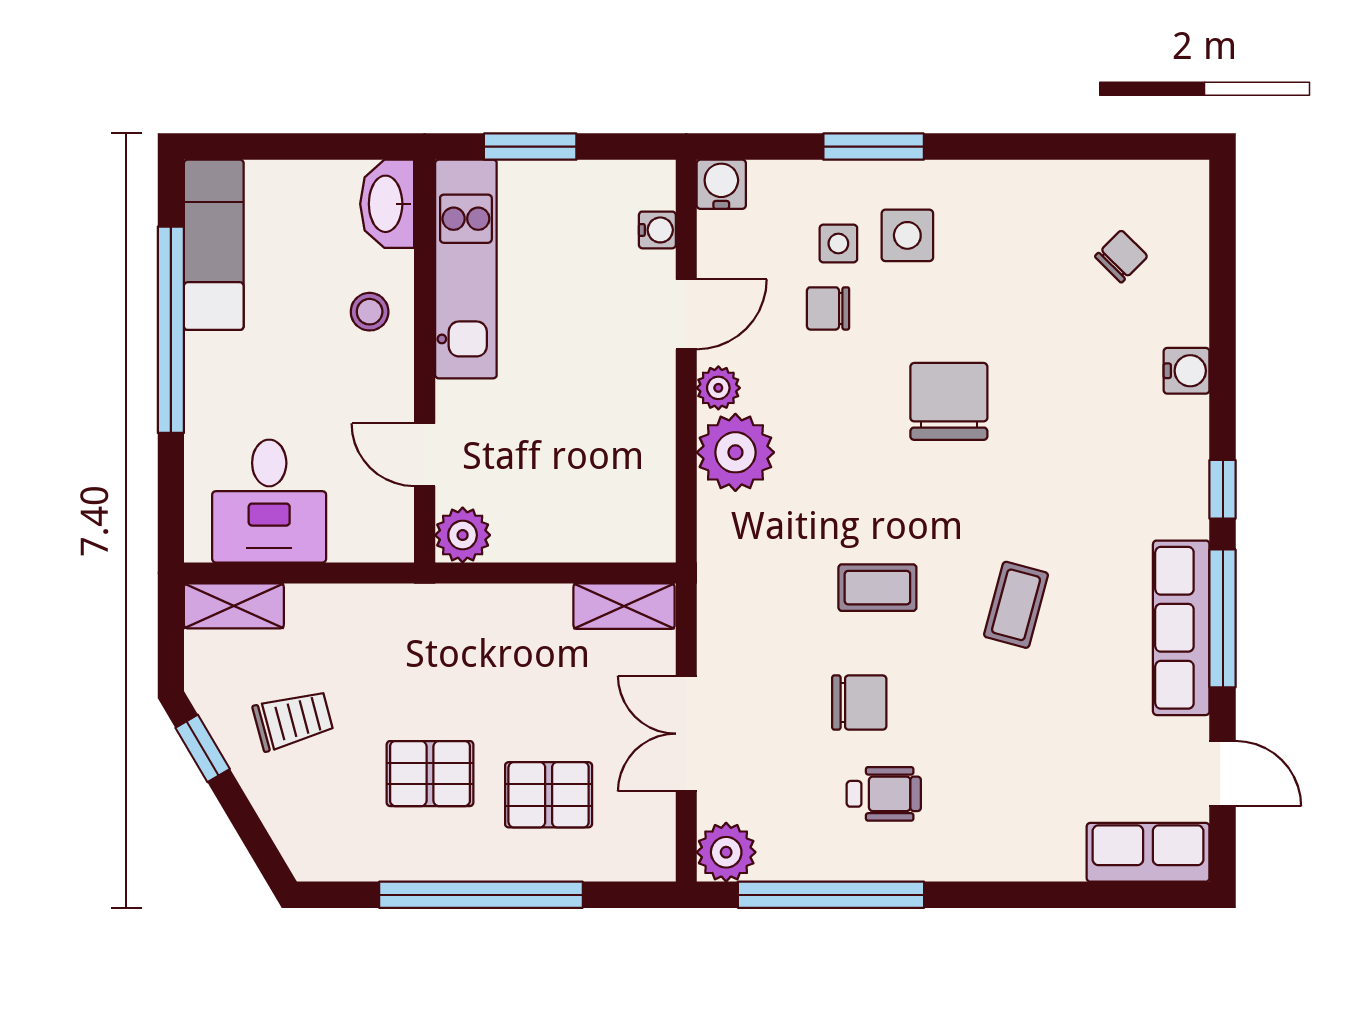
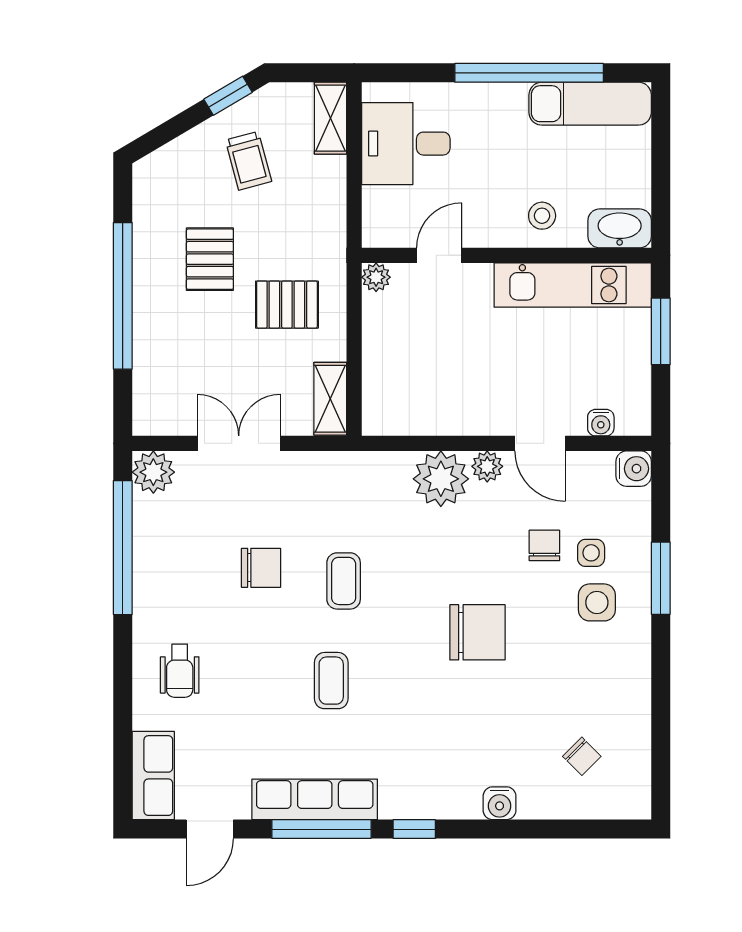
plant: (463, 535) -> (376, 277), width x0.73, depth x0.73
coffee table: (1016, 605) -> (331, 681), turned 75
chair: (859, 703) -> (261, 568), turned -90
wheelchair: (884, 794) -> (180, 671), moved
pallet: (549, 795) -> (287, 305), moved, turned 90

